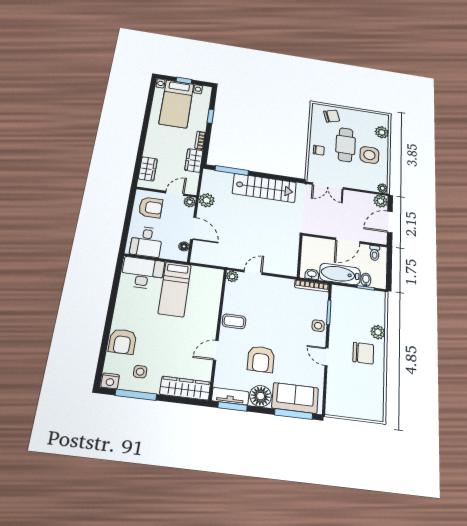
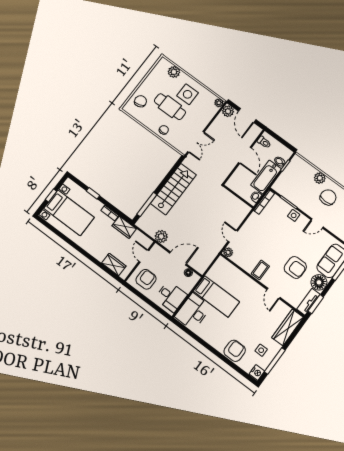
plant: (190, 202) -> (156, 249), removed
armchair: (122, 342) -> (235, 351), turned -90

